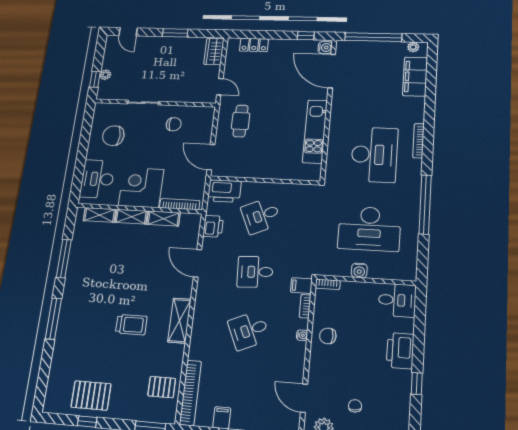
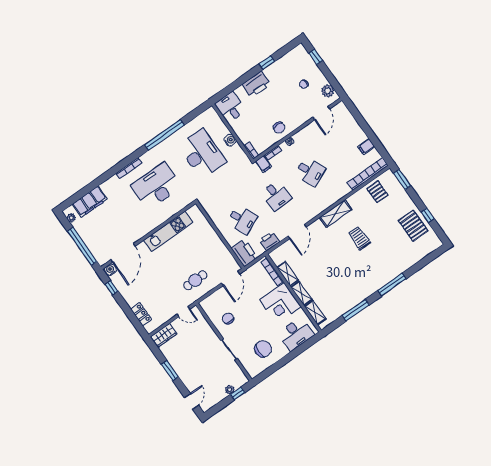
door: (220, 87) -> (183, 312), swing flipped
chair: (113, 136) -> (263, 349), turned -90

